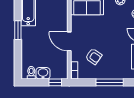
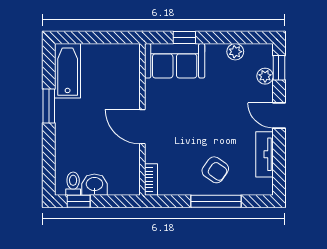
armchair: (94, 56) -> (215, 170), moved
window: (55, 82) -> (79, 201), moved

